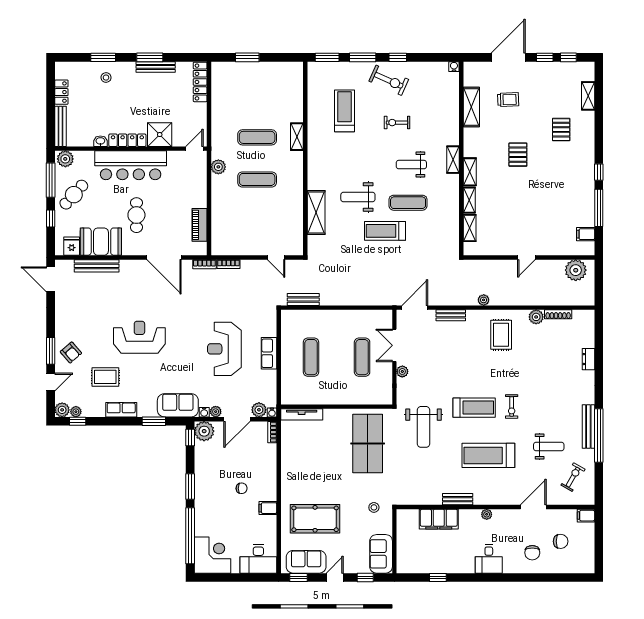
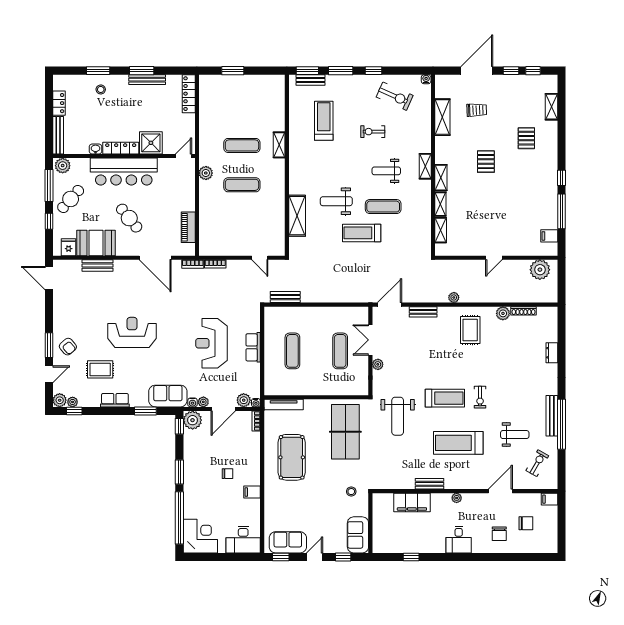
bench: (330, 67) -> (311, 80), added
exercise bike: (389, 80) -> (395, 96), moved
cafe table: (136, 215) -> (129, 218), turned -39
bench: (97, 266) -> (98, 266), width x0.73
pool table: (315, 519) -> (292, 457), moved, turned 90

